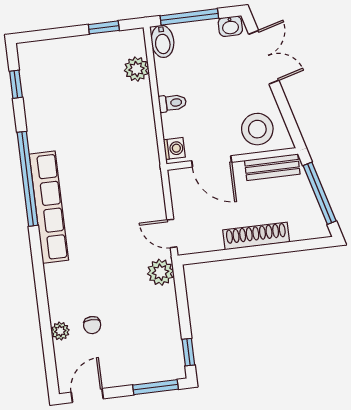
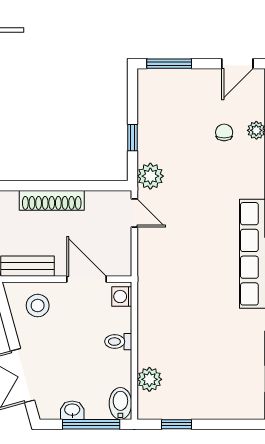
washbasin: (230, 26) -> (72, 410), moved
stool: (257, 129) -> (38, 306), width x0.73, depth x0.73
window: (188, 352) -> (133, 138), moved

